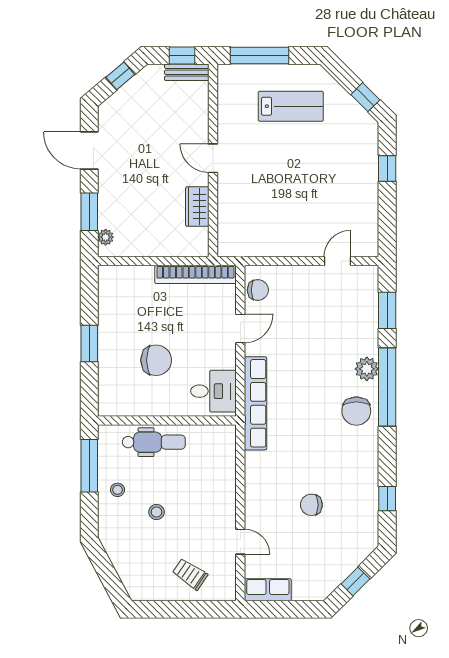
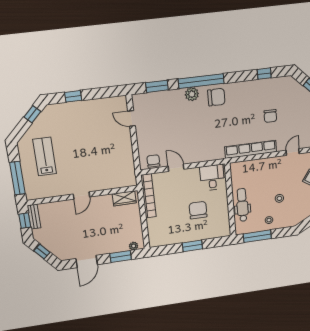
wardrobe: (197, 207) -> (124, 198), moved
row of seats: (256, 403) -> (251, 149), moved

